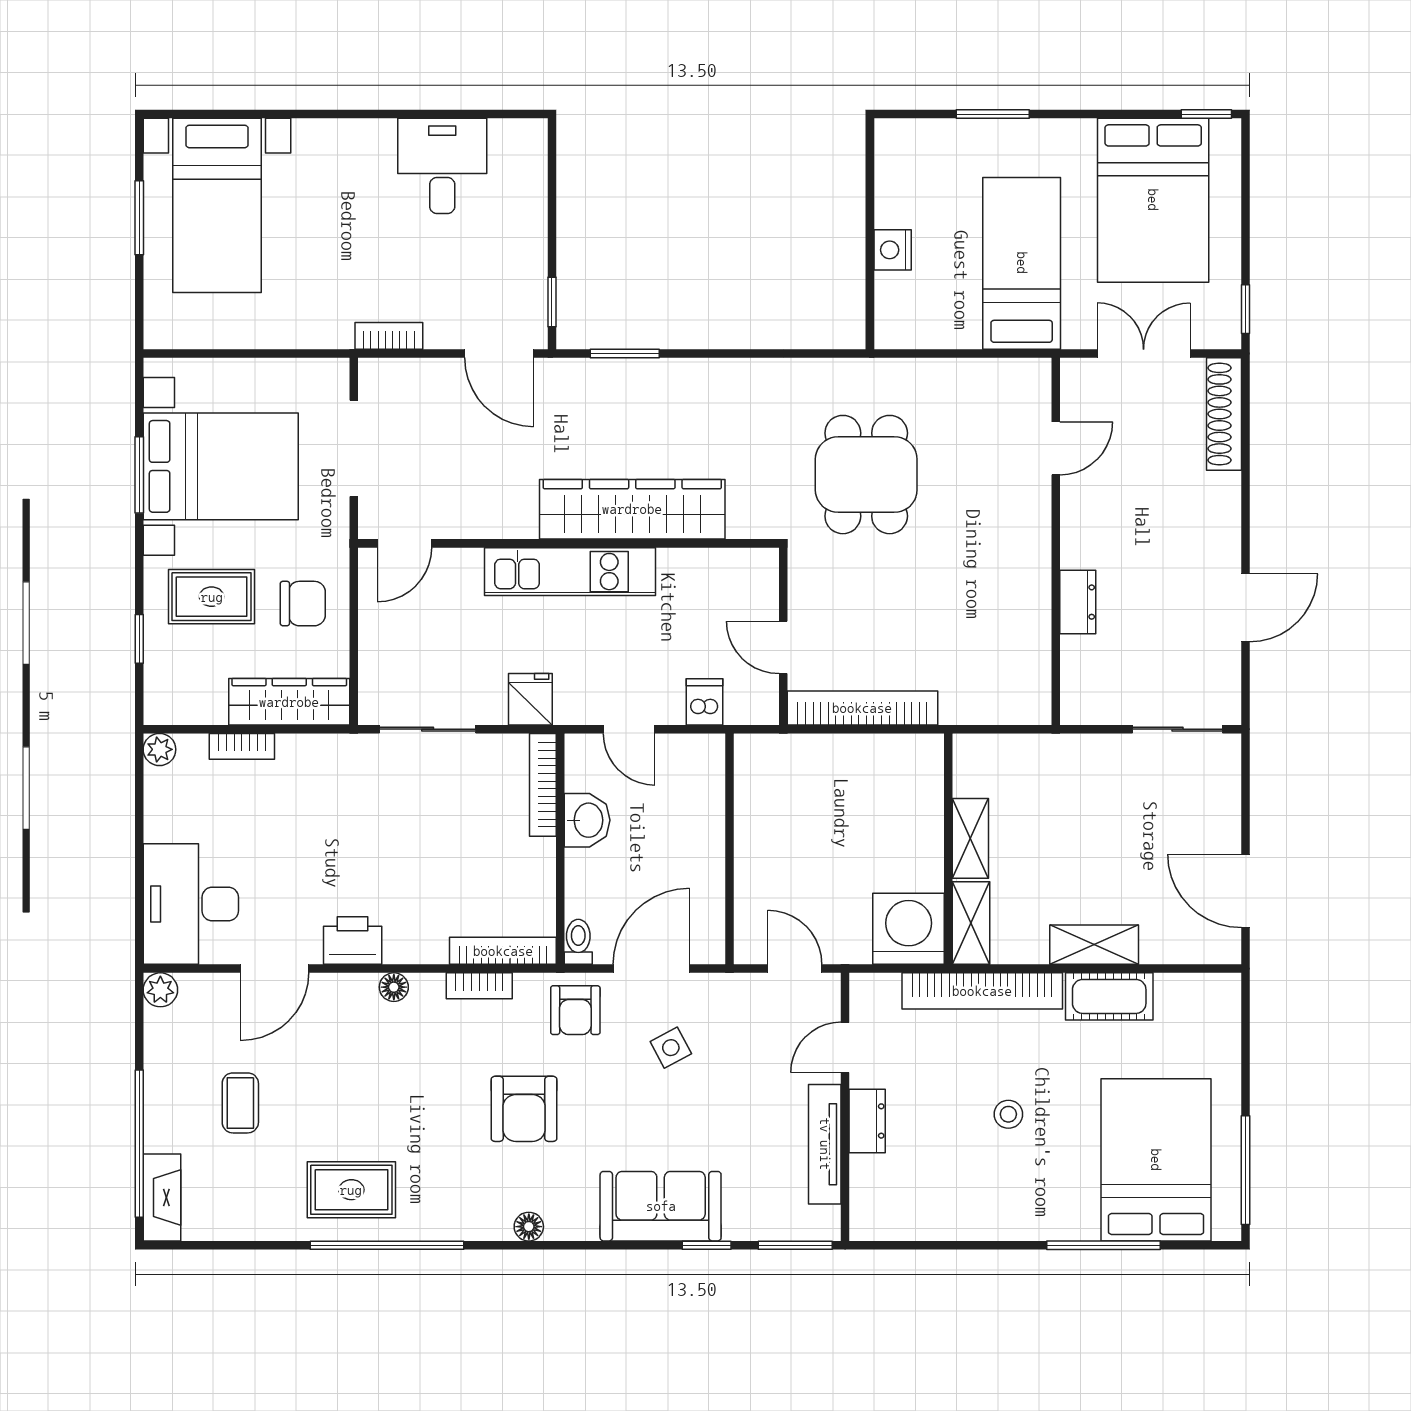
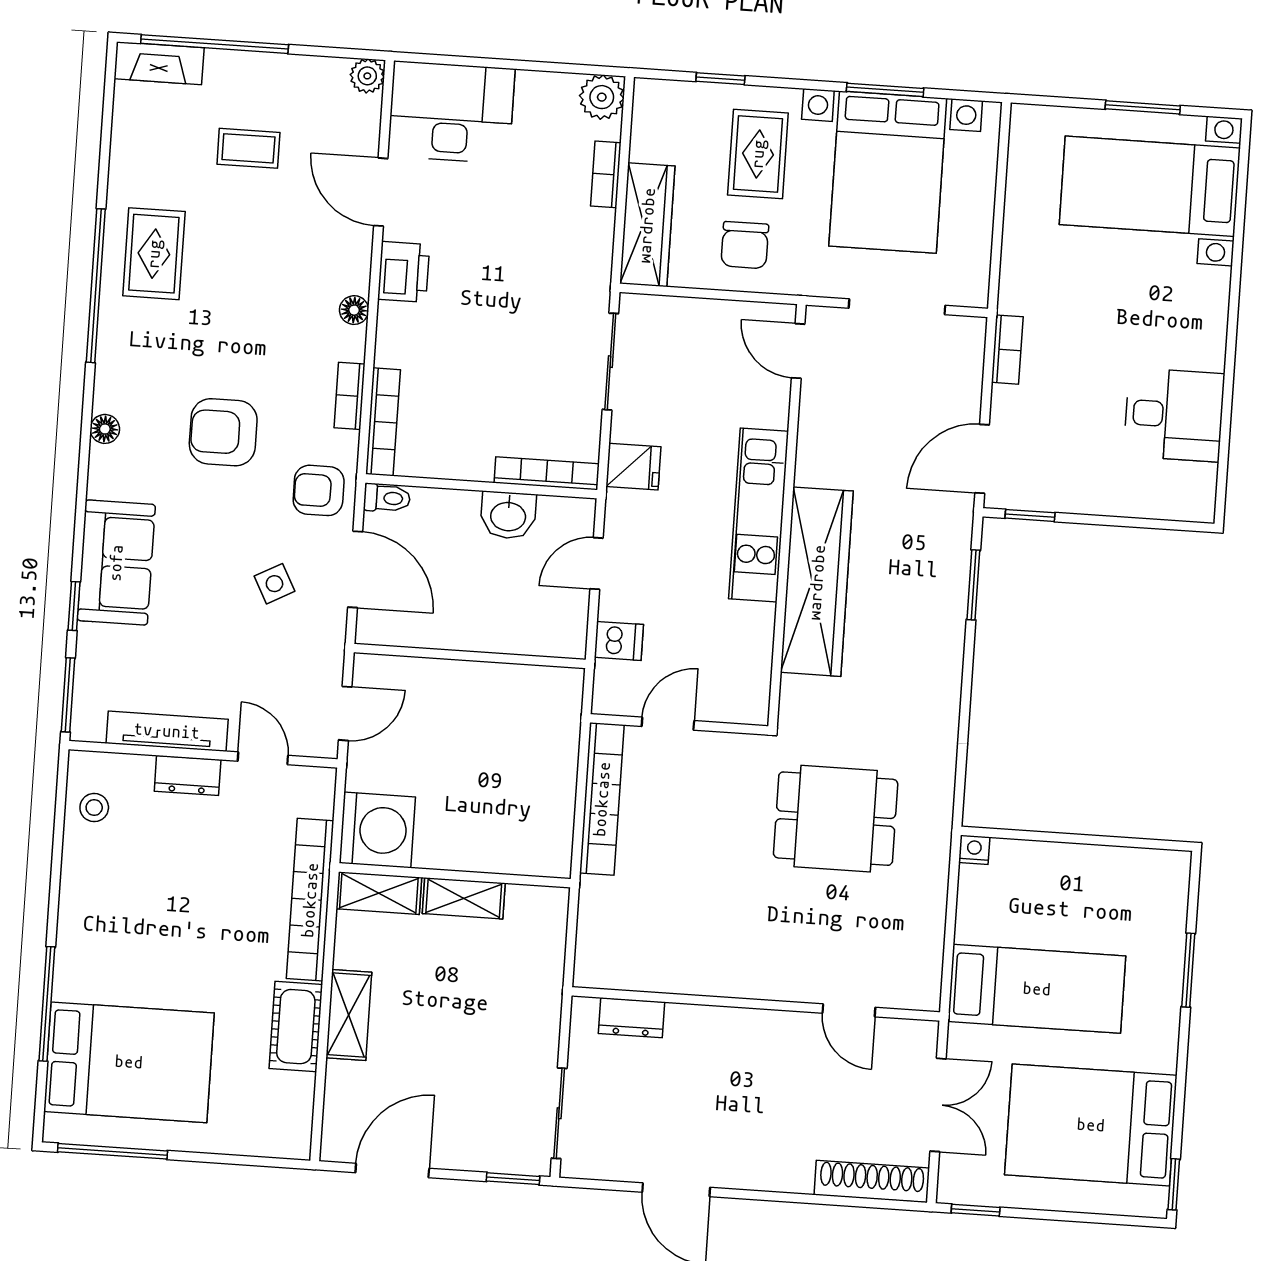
nightstand: (893, 250) -> (974, 850), moved, width x0.72, depth x0.74
dresser: (1078, 602) -> (632, 1018), moved
plant: (159, 749) -> (602, 97), width x1.38, depth x1.38
window: (1246, 771) -> (513, 1179), added
stool: (1008, 1114) -> (94, 808), moved

